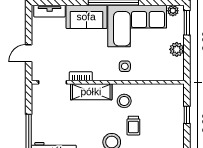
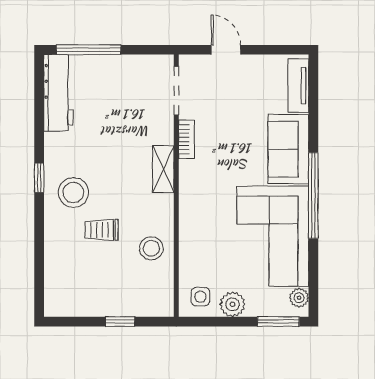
side table: (125, 66) -> (200, 297), moved
shelving: (91, 92) -> (163, 169), width x0.67, depth x0.75
stool: (124, 101) -> (151, 248), moved

